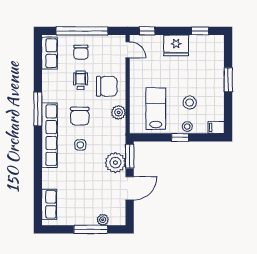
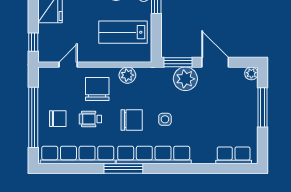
door: (128, 50) -> (68, 65), moved
row of seats: (49, 53) -> (78, 155), width x2.02
plant: (103, 220) -> (251, 73), moved

